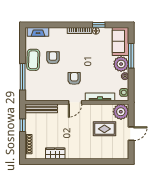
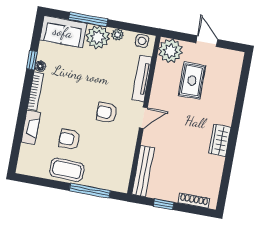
fireplace: (38, 32) -> (31, 127), moved
door: (75, 102) -> (143, 118), hinge flipped
wardrobe: (55, 154) -> (220, 140), moved

